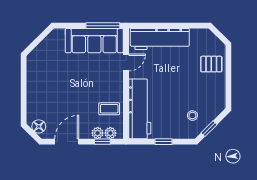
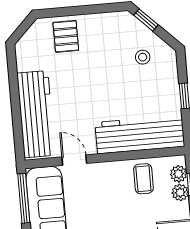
window: (209, 129) -> (146, 20), moved

